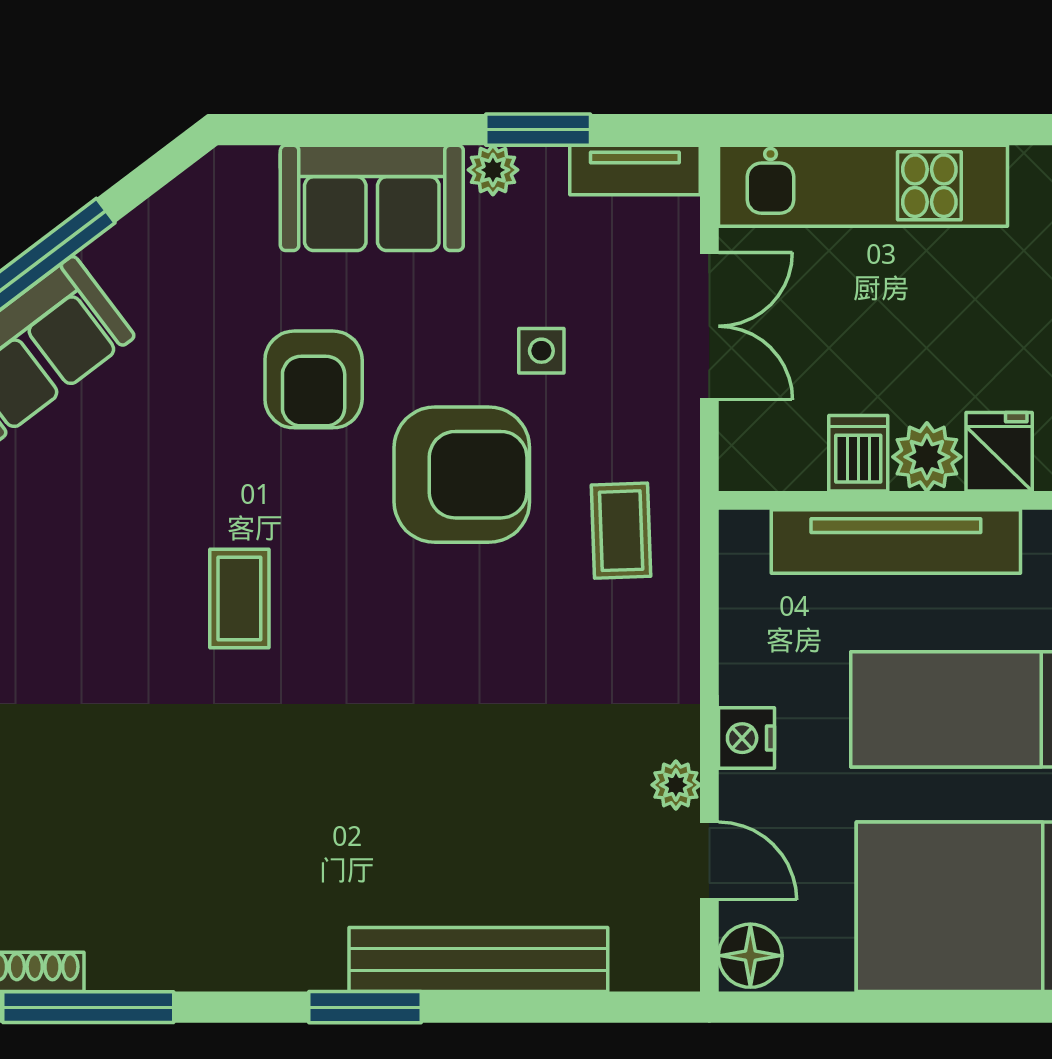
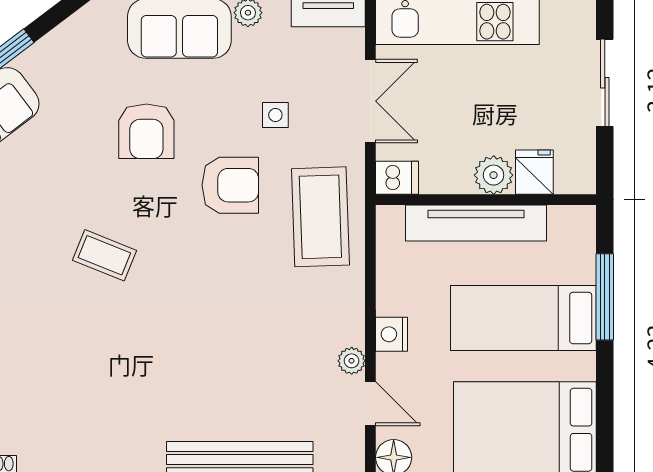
dishwasher: (858, 453) -> (397, 178), moved, turned 90
armchair: (462, 475) -> (230, 185), width x0.73, depth x0.73
coffee table: (621, 531) -> (320, 217), width x1.86, depth x1.72
coffee table: (239, 599) -> (104, 255), turned -68

